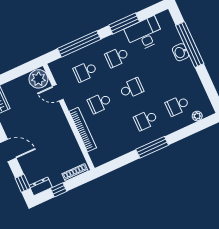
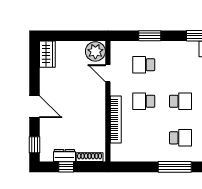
window: (79, 44) -> (150, 36), width x0.47
school desk: (117, 57) -> (181, 65), removed
school desk: (146, 120) -> (181, 138), turned 180
dresser: (41, 186) -> (64, 156), moved

